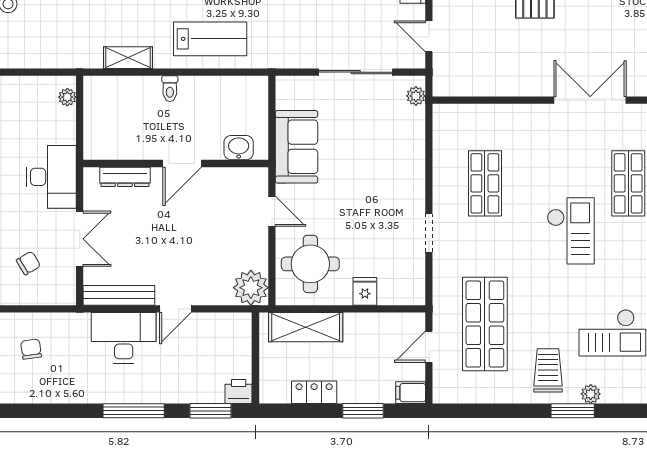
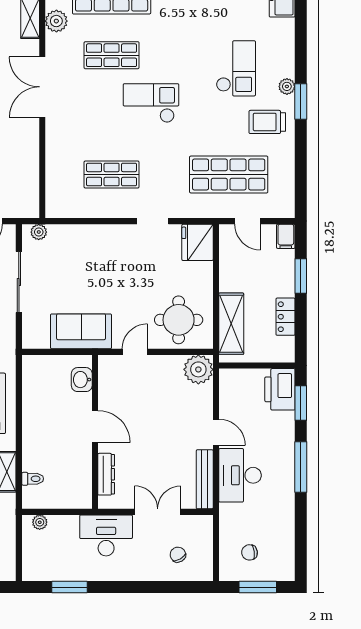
toilet: (170, 89) -> (33, 479), moved
fridge: (365, 291) -> (198, 242), moved, width x1.88, depth x1.34
printer: (239, 392) -> (280, 389), width x1.87, depth x1.48

